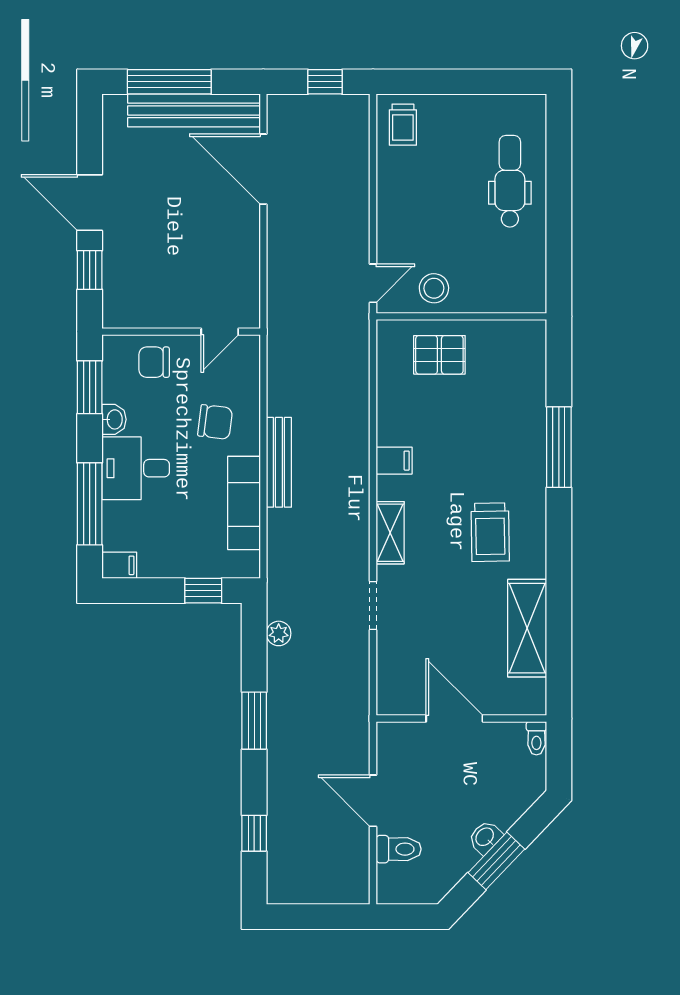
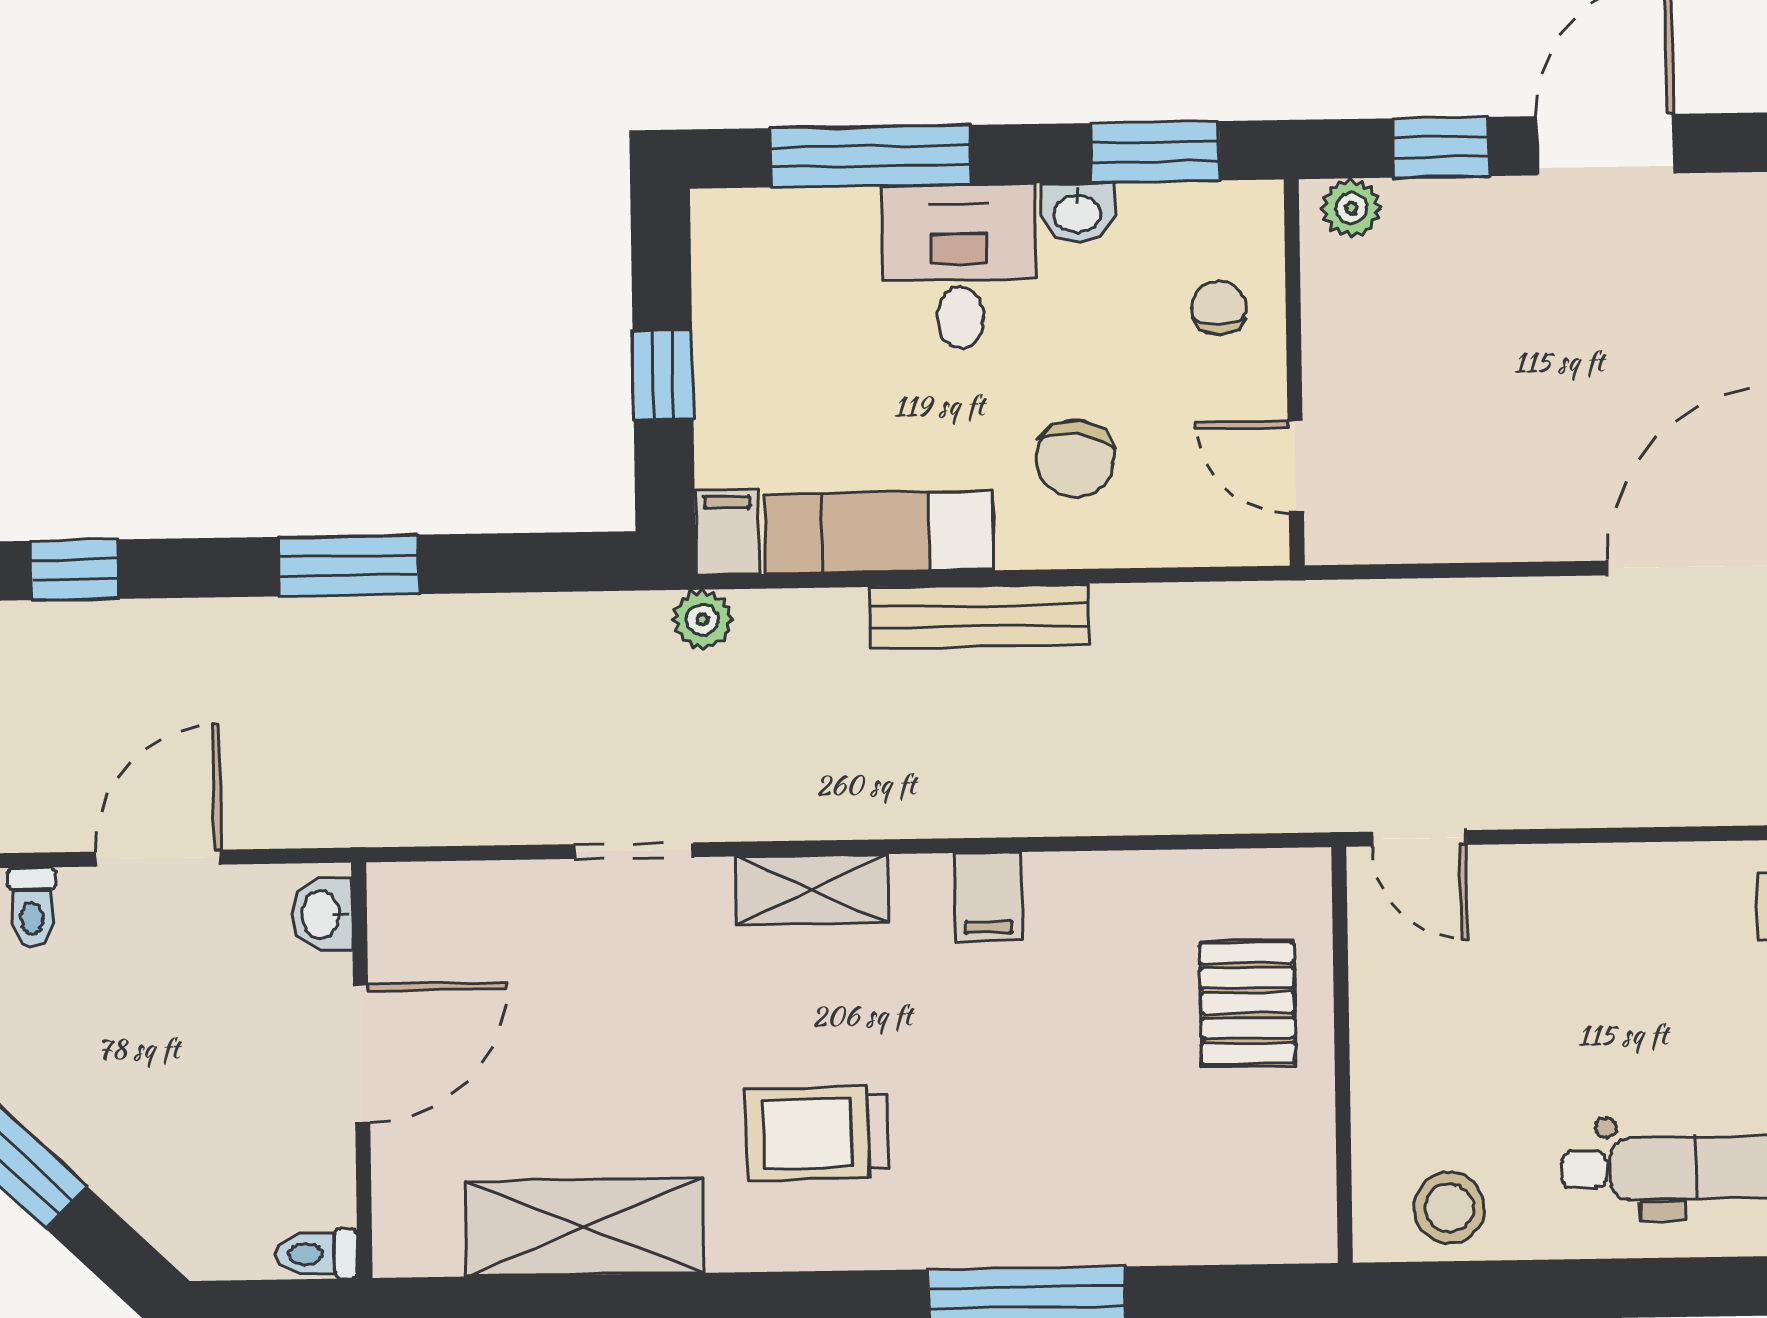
stool: (434, 288) -> (1449, 1208), moved
plant: (114, 307) -> (1351, 208), added
chair: (154, 362) -> (1219, 308), width x0.73, depth x0.73
filing cabinet: (119, 565) -> (727, 532), moved, turned 180
window: (203, 591) -> (663, 375), moved
plant: (279, 633) -> (702, 620), moved
washbasin: (485, 837) -> (322, 914), moved, turned -134
toilet: (399, 849) -> (32, 907), width x0.73, depth x0.72

